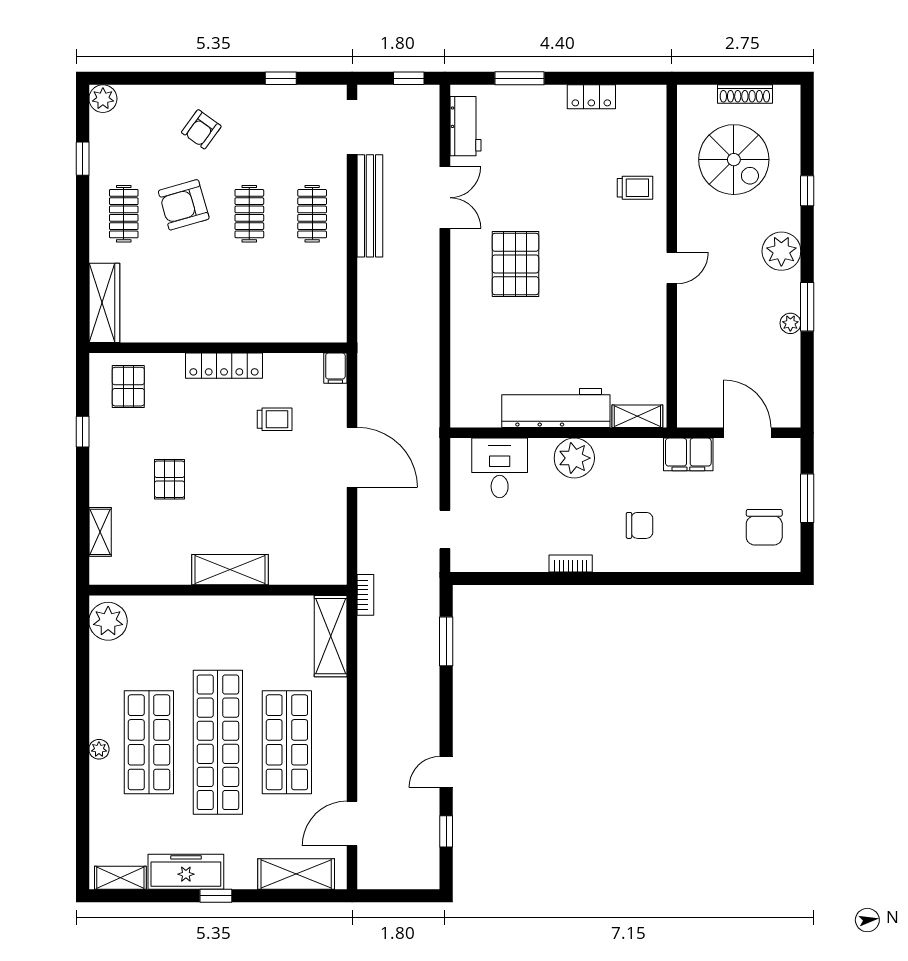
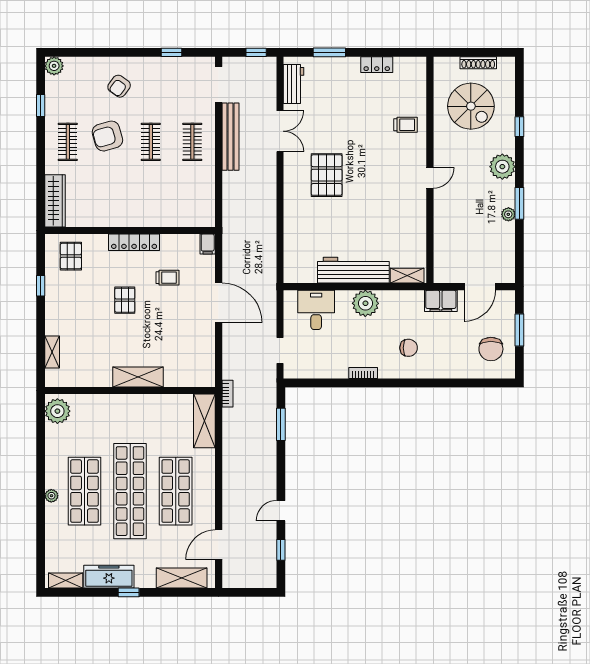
door: (747, 433) -> (480, 287), swing flipped
pallet: (170, 479) -> (125, 300), moved

